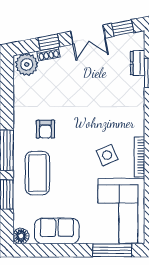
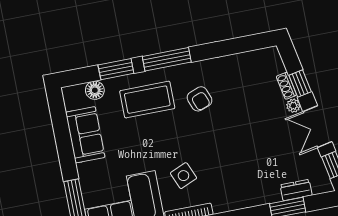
plant: (27, 64) -> (293, 106), moved, width x0.53, depth x0.53
armchair: (45, 129) -> (200, 99), turned -110
floor lamp: (21, 236) -> (95, 90), moved

